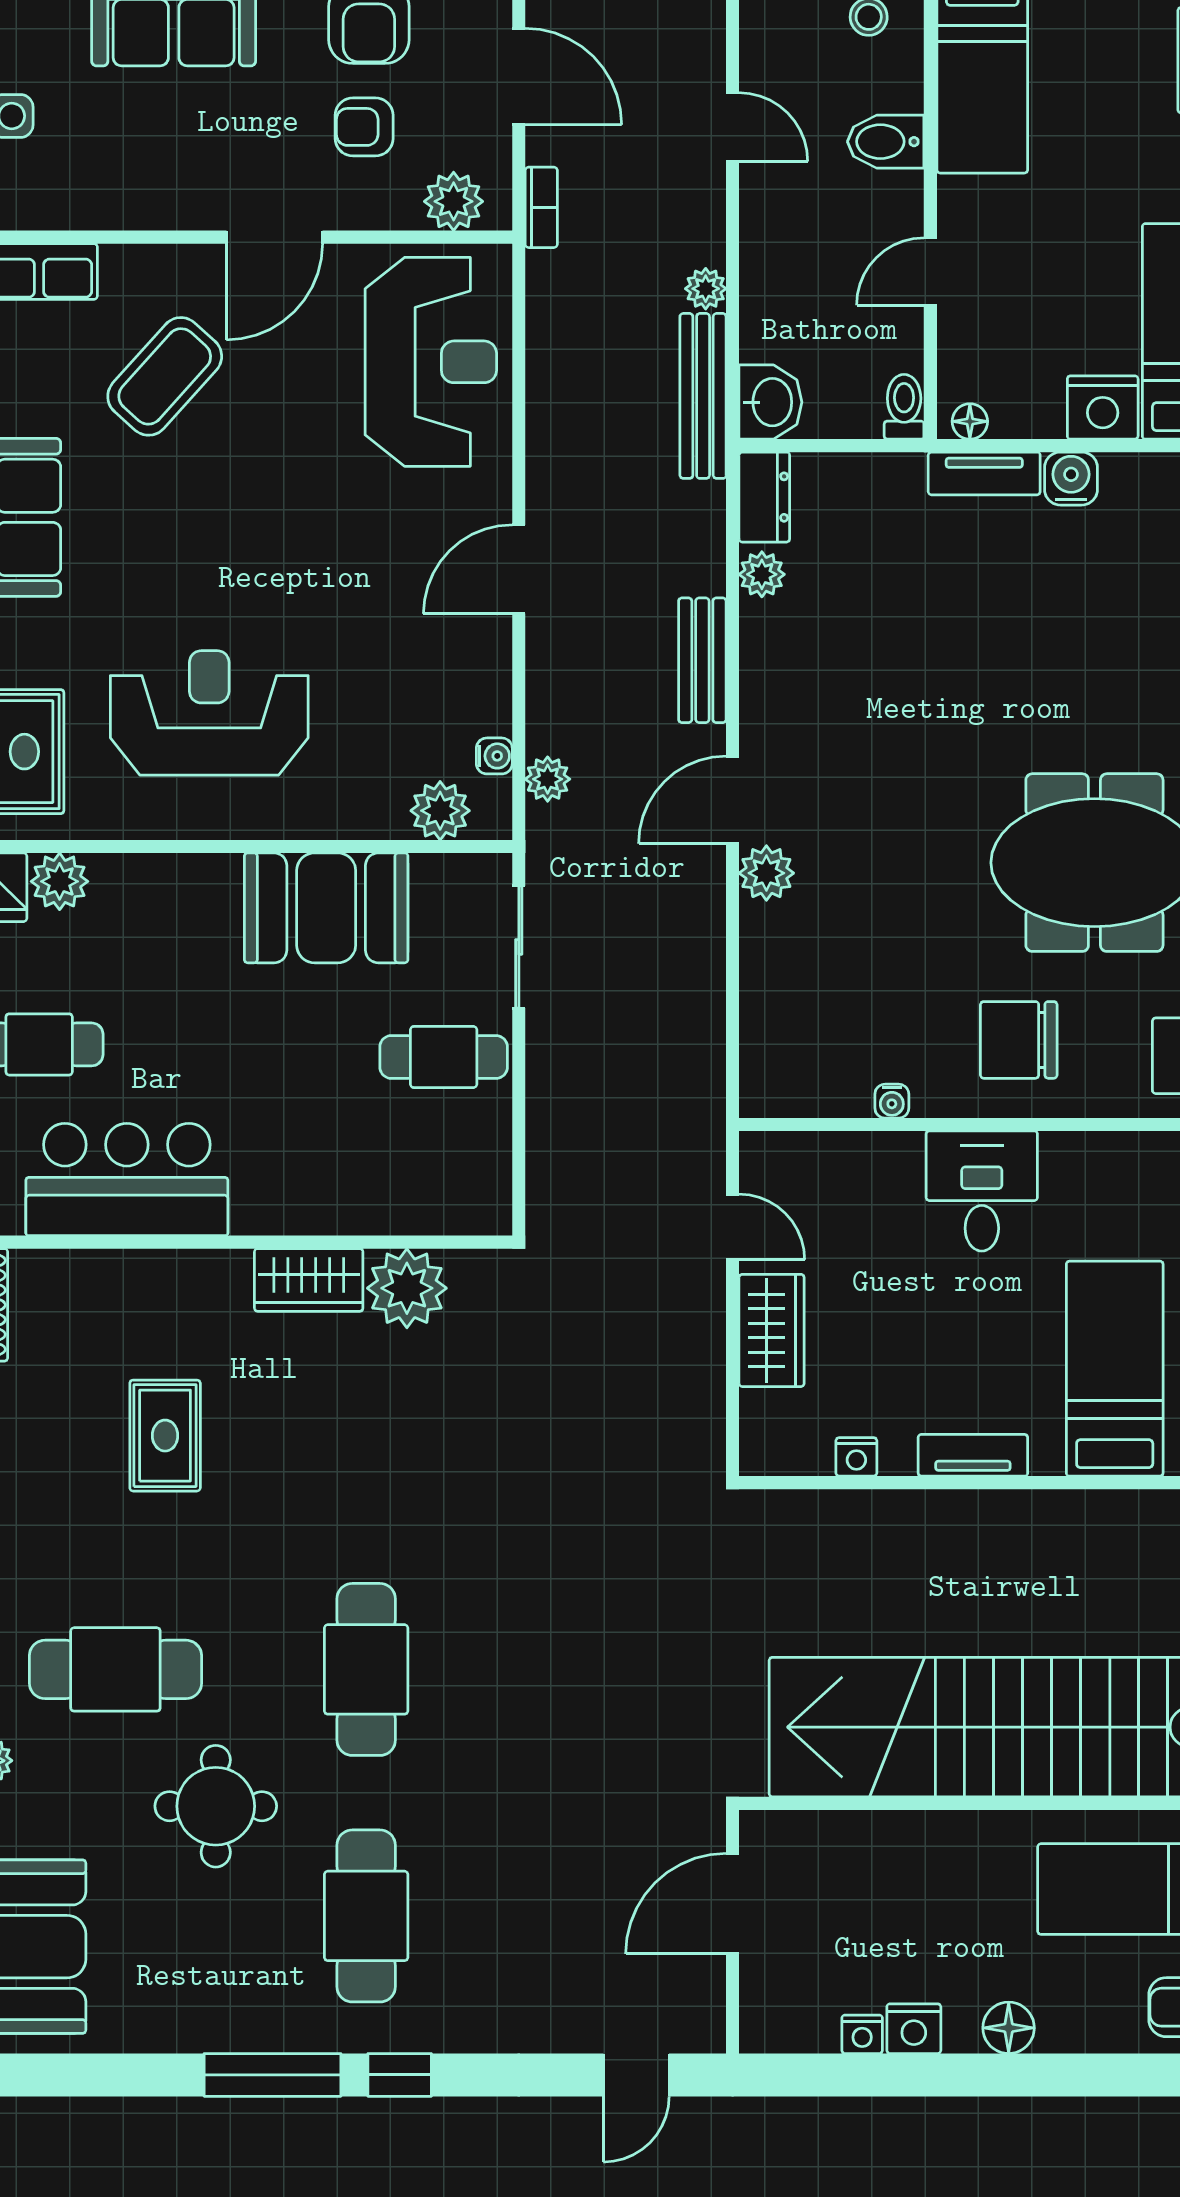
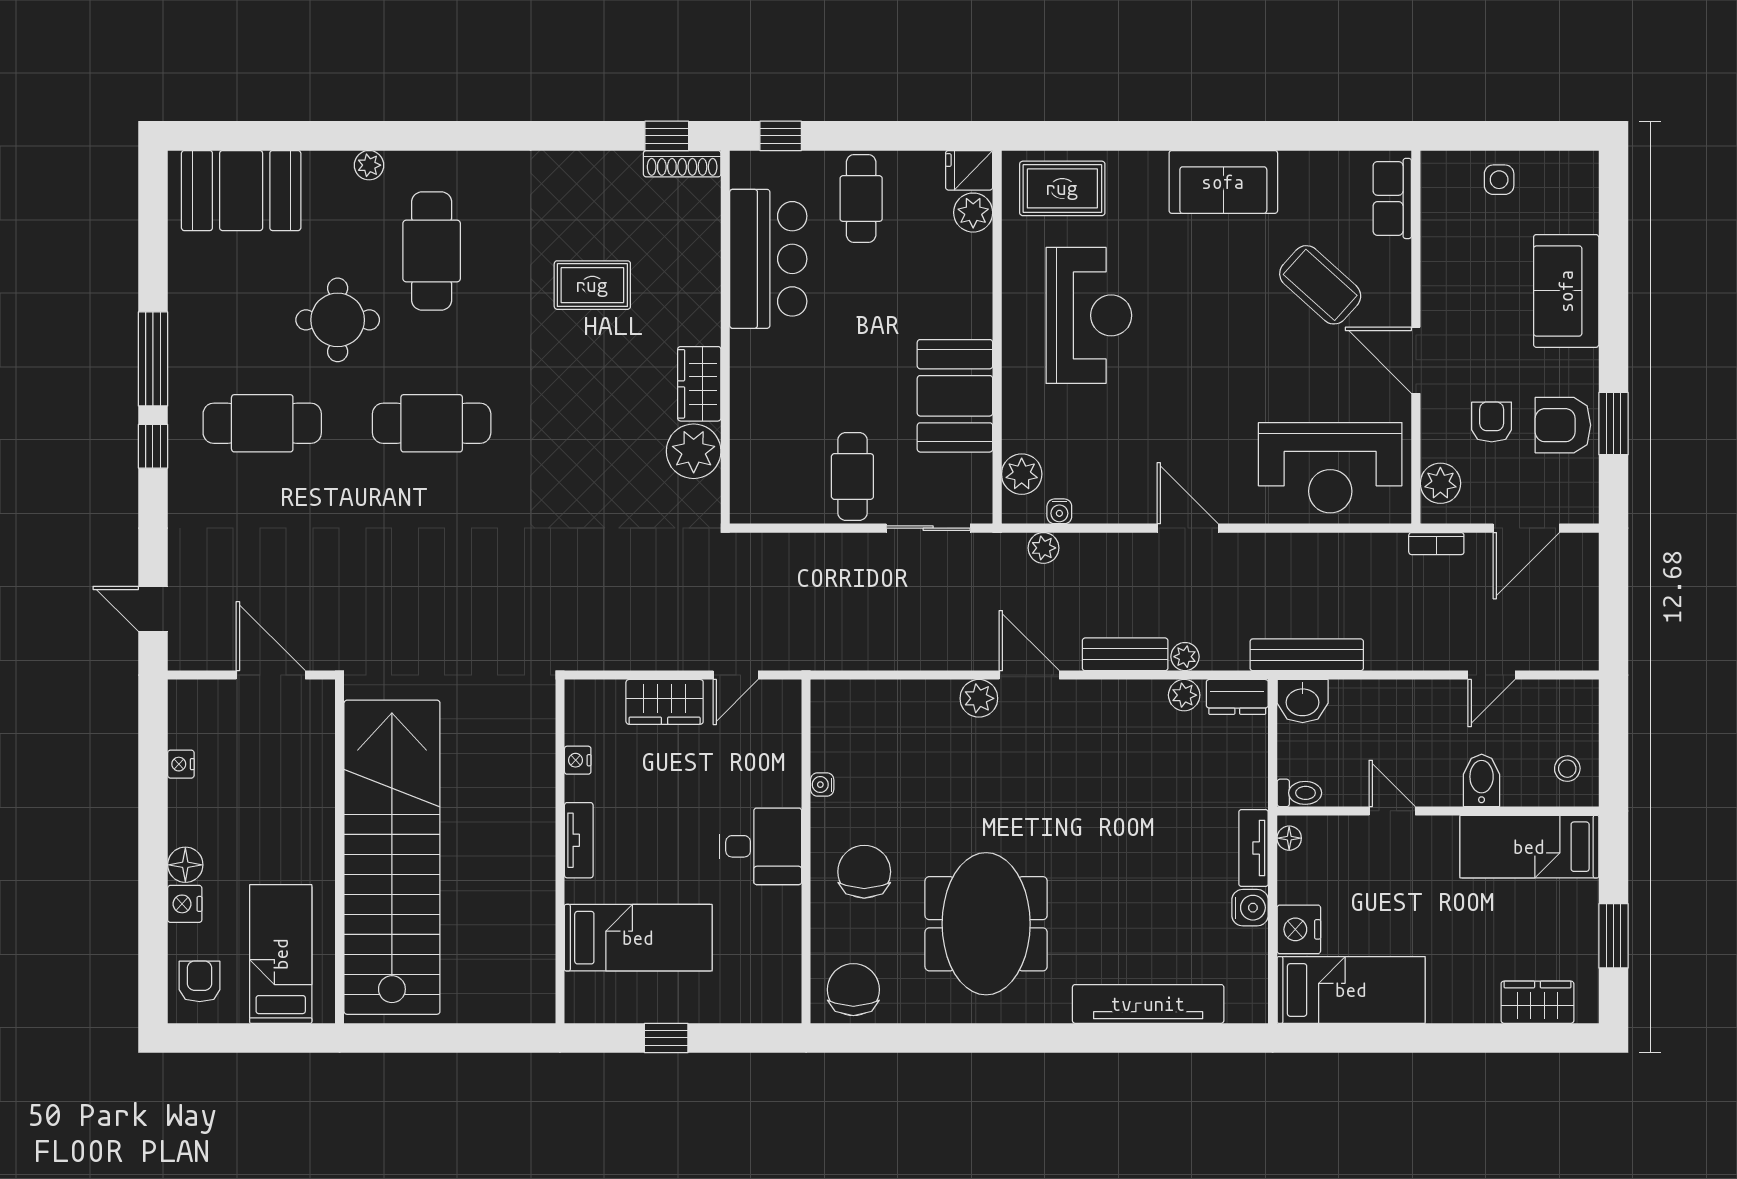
plant: (706, 289) -> (1185, 657), moved
nightstand: (914, 2029) -> (185, 904), moved

